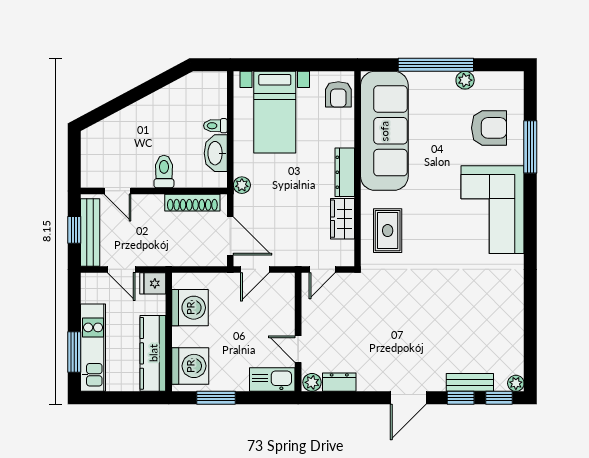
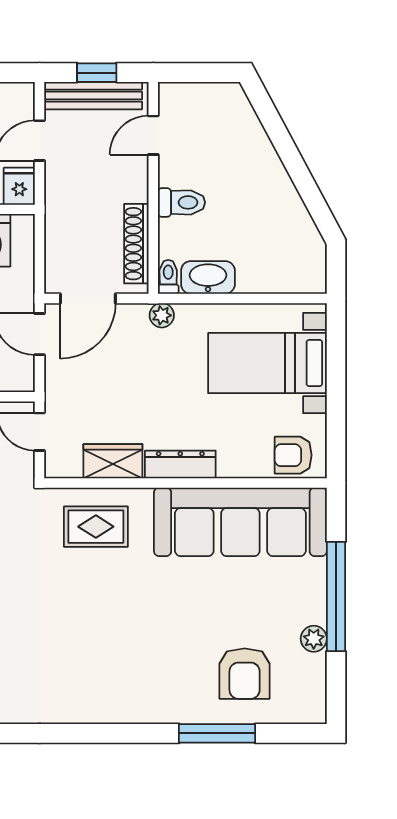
toilet: (215, 126) -> (168, 277), moved
corner sofa: (493, 210) -> (126, 679), removed

